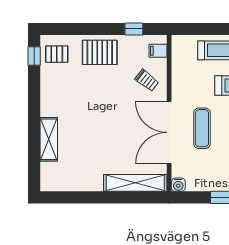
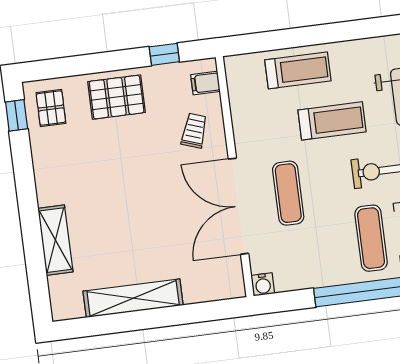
pallet: (57, 54) -> (51, 108), turned 90
trolley: (147, 80) -> (194, 131), turned -109
shelving: (135, 183) -> (133, 298), moved

